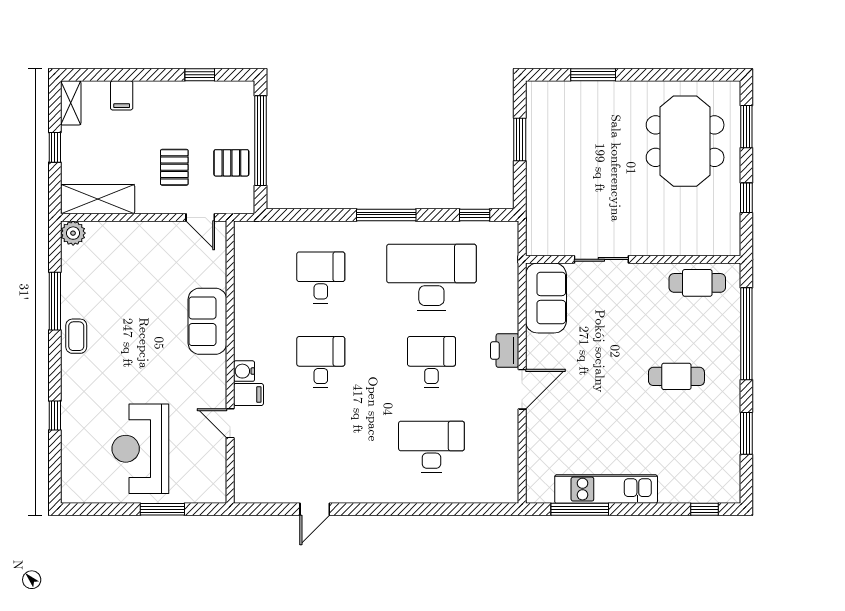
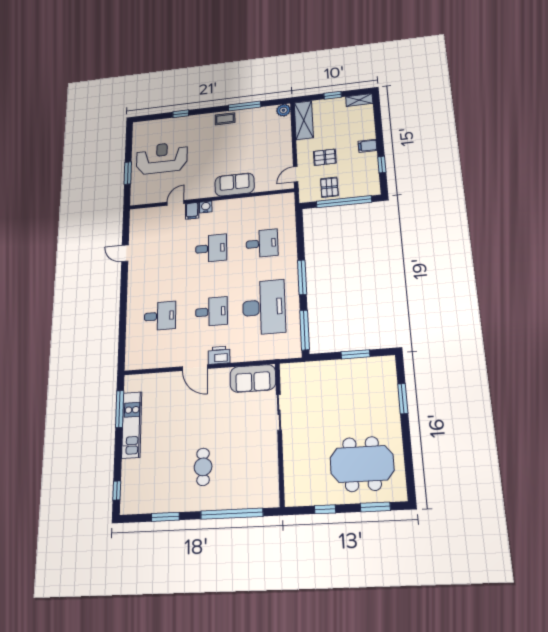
filing cabinet: (122, 95) -> (368, 146), moved
window: (475, 215) -> (305, 330), width x2.17
cafe table: (697, 283) -> (265, 478), removed
desk: (431, 447) -> (160, 316), width x0.73

